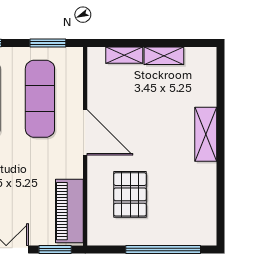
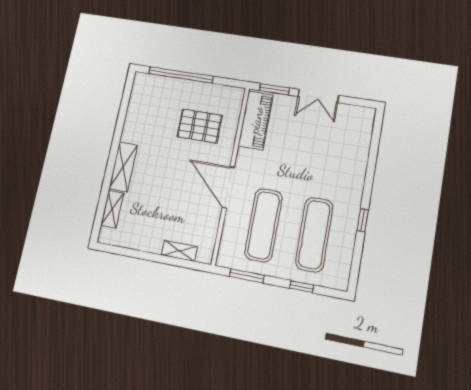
shelving: (164, 56) -> (112, 209), moved, turned 90
pallet: (130, 194) -> (200, 126), turned 90

